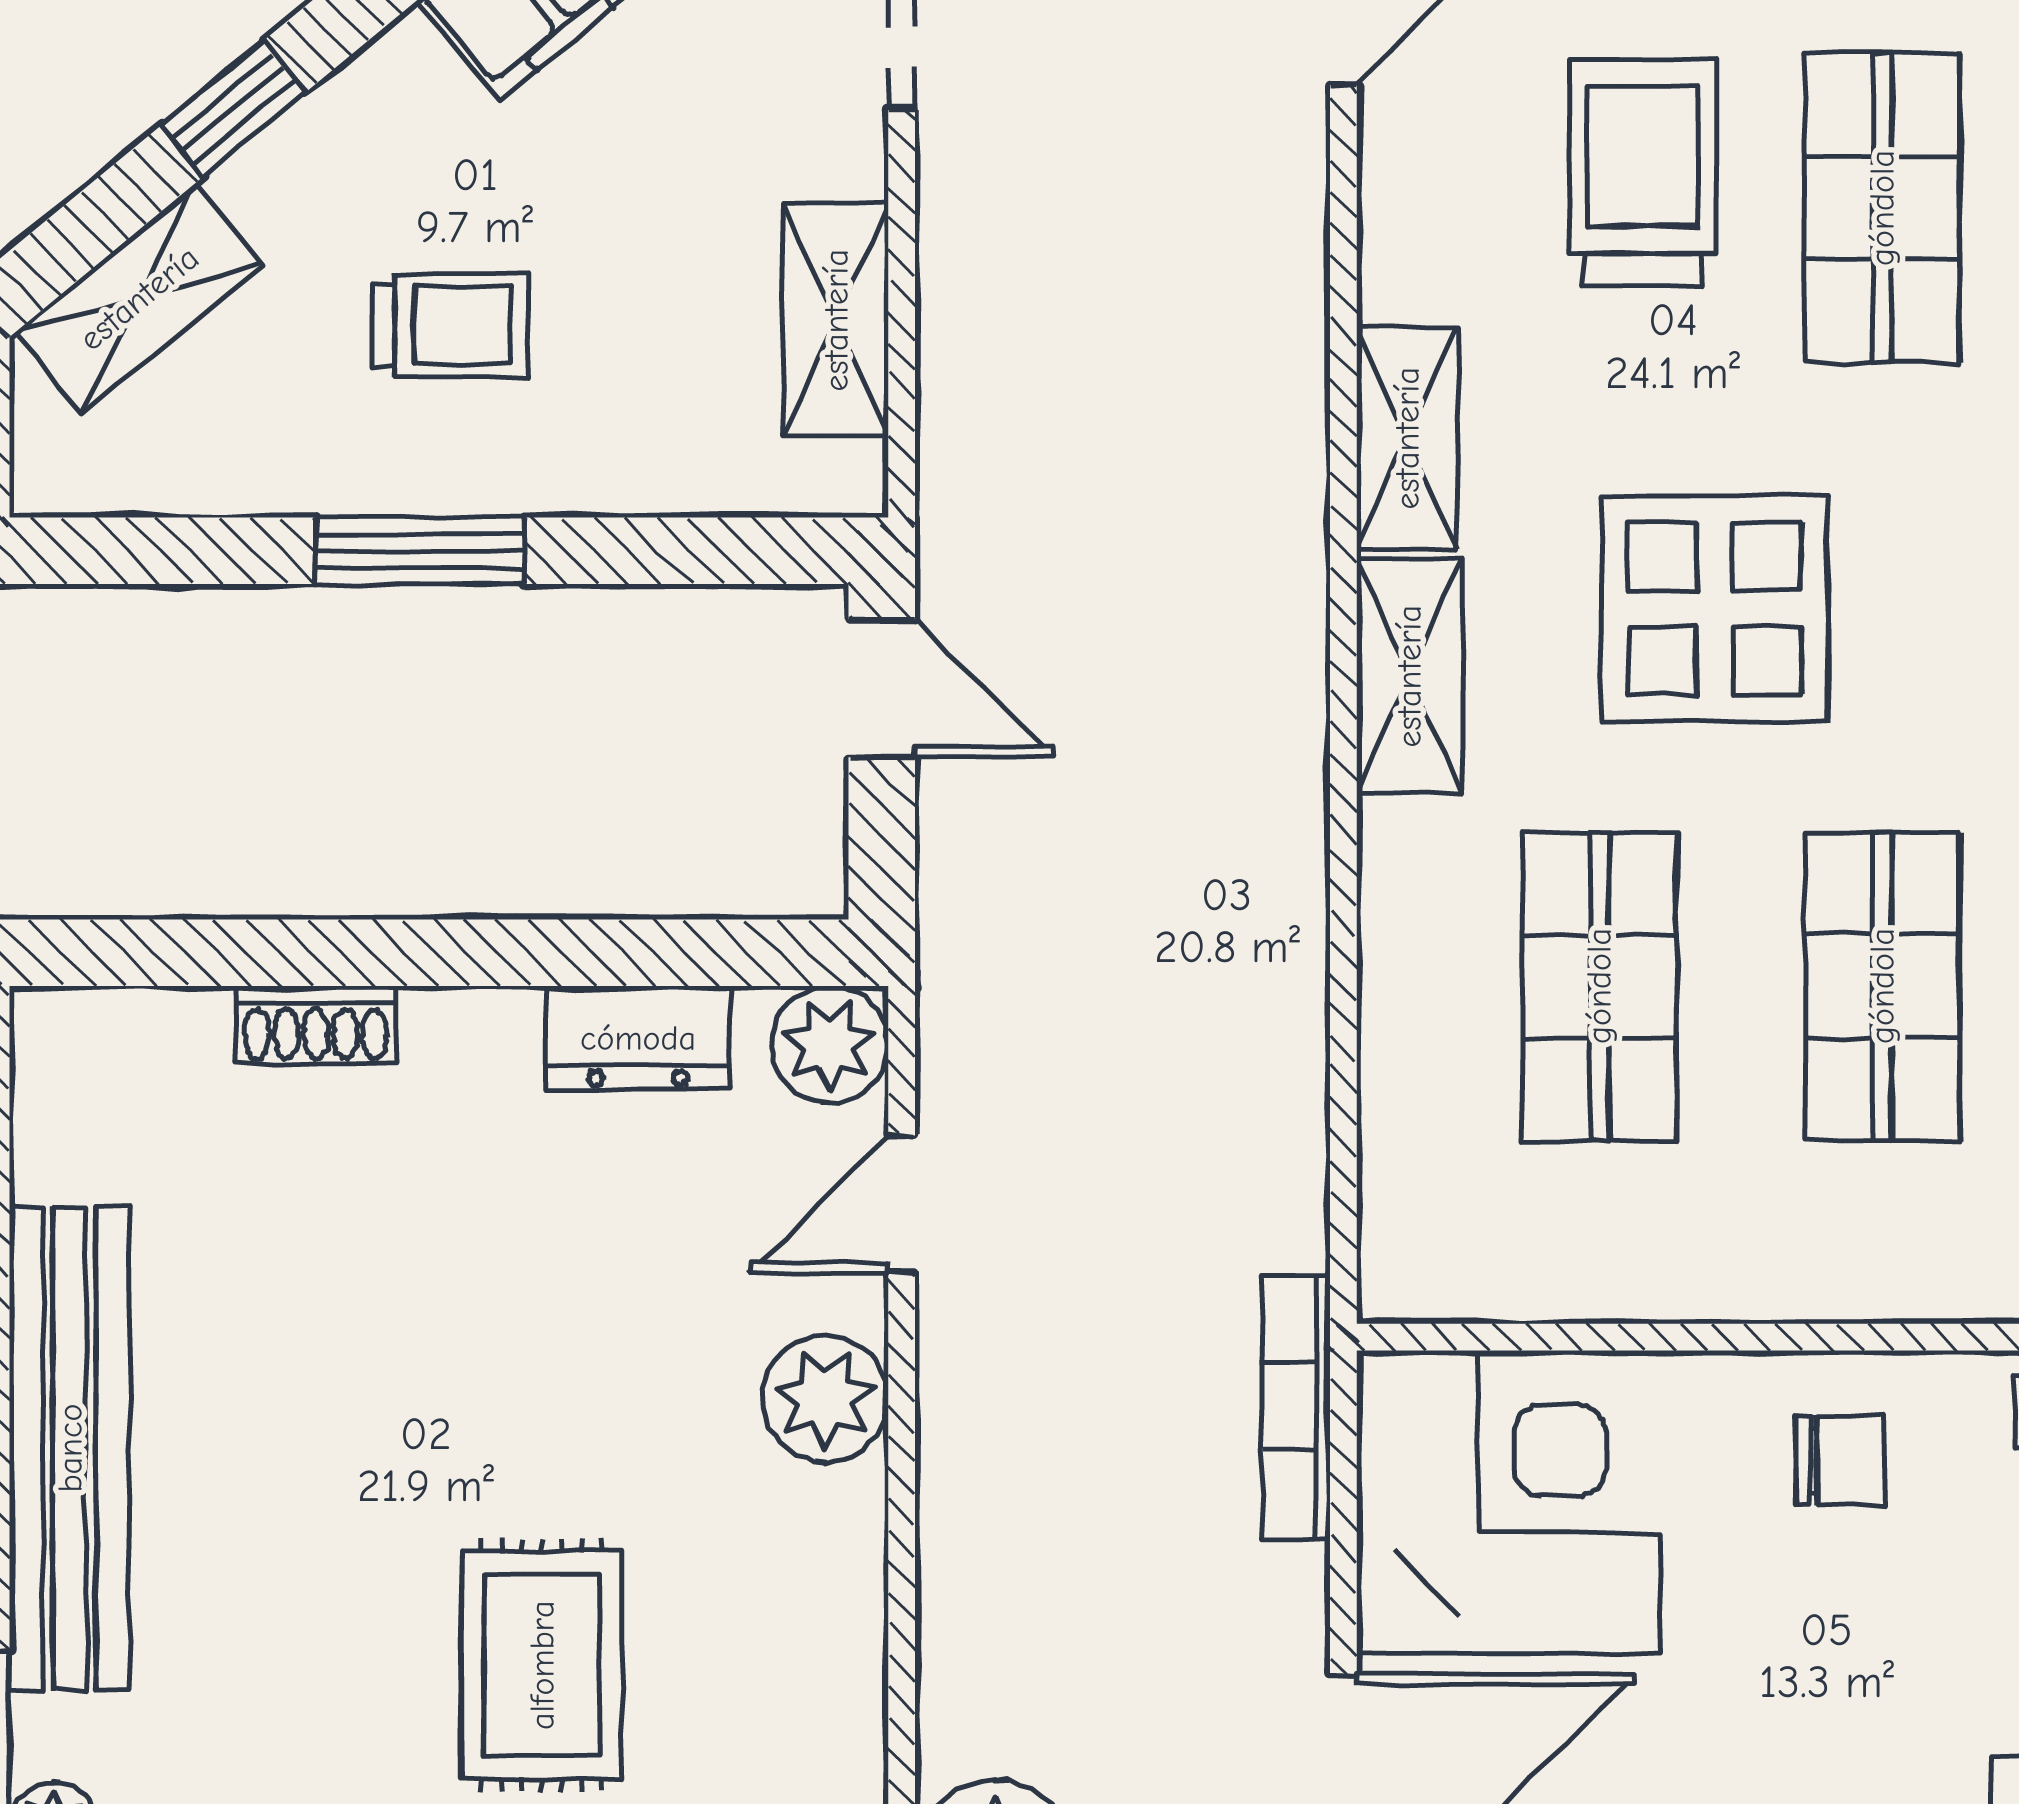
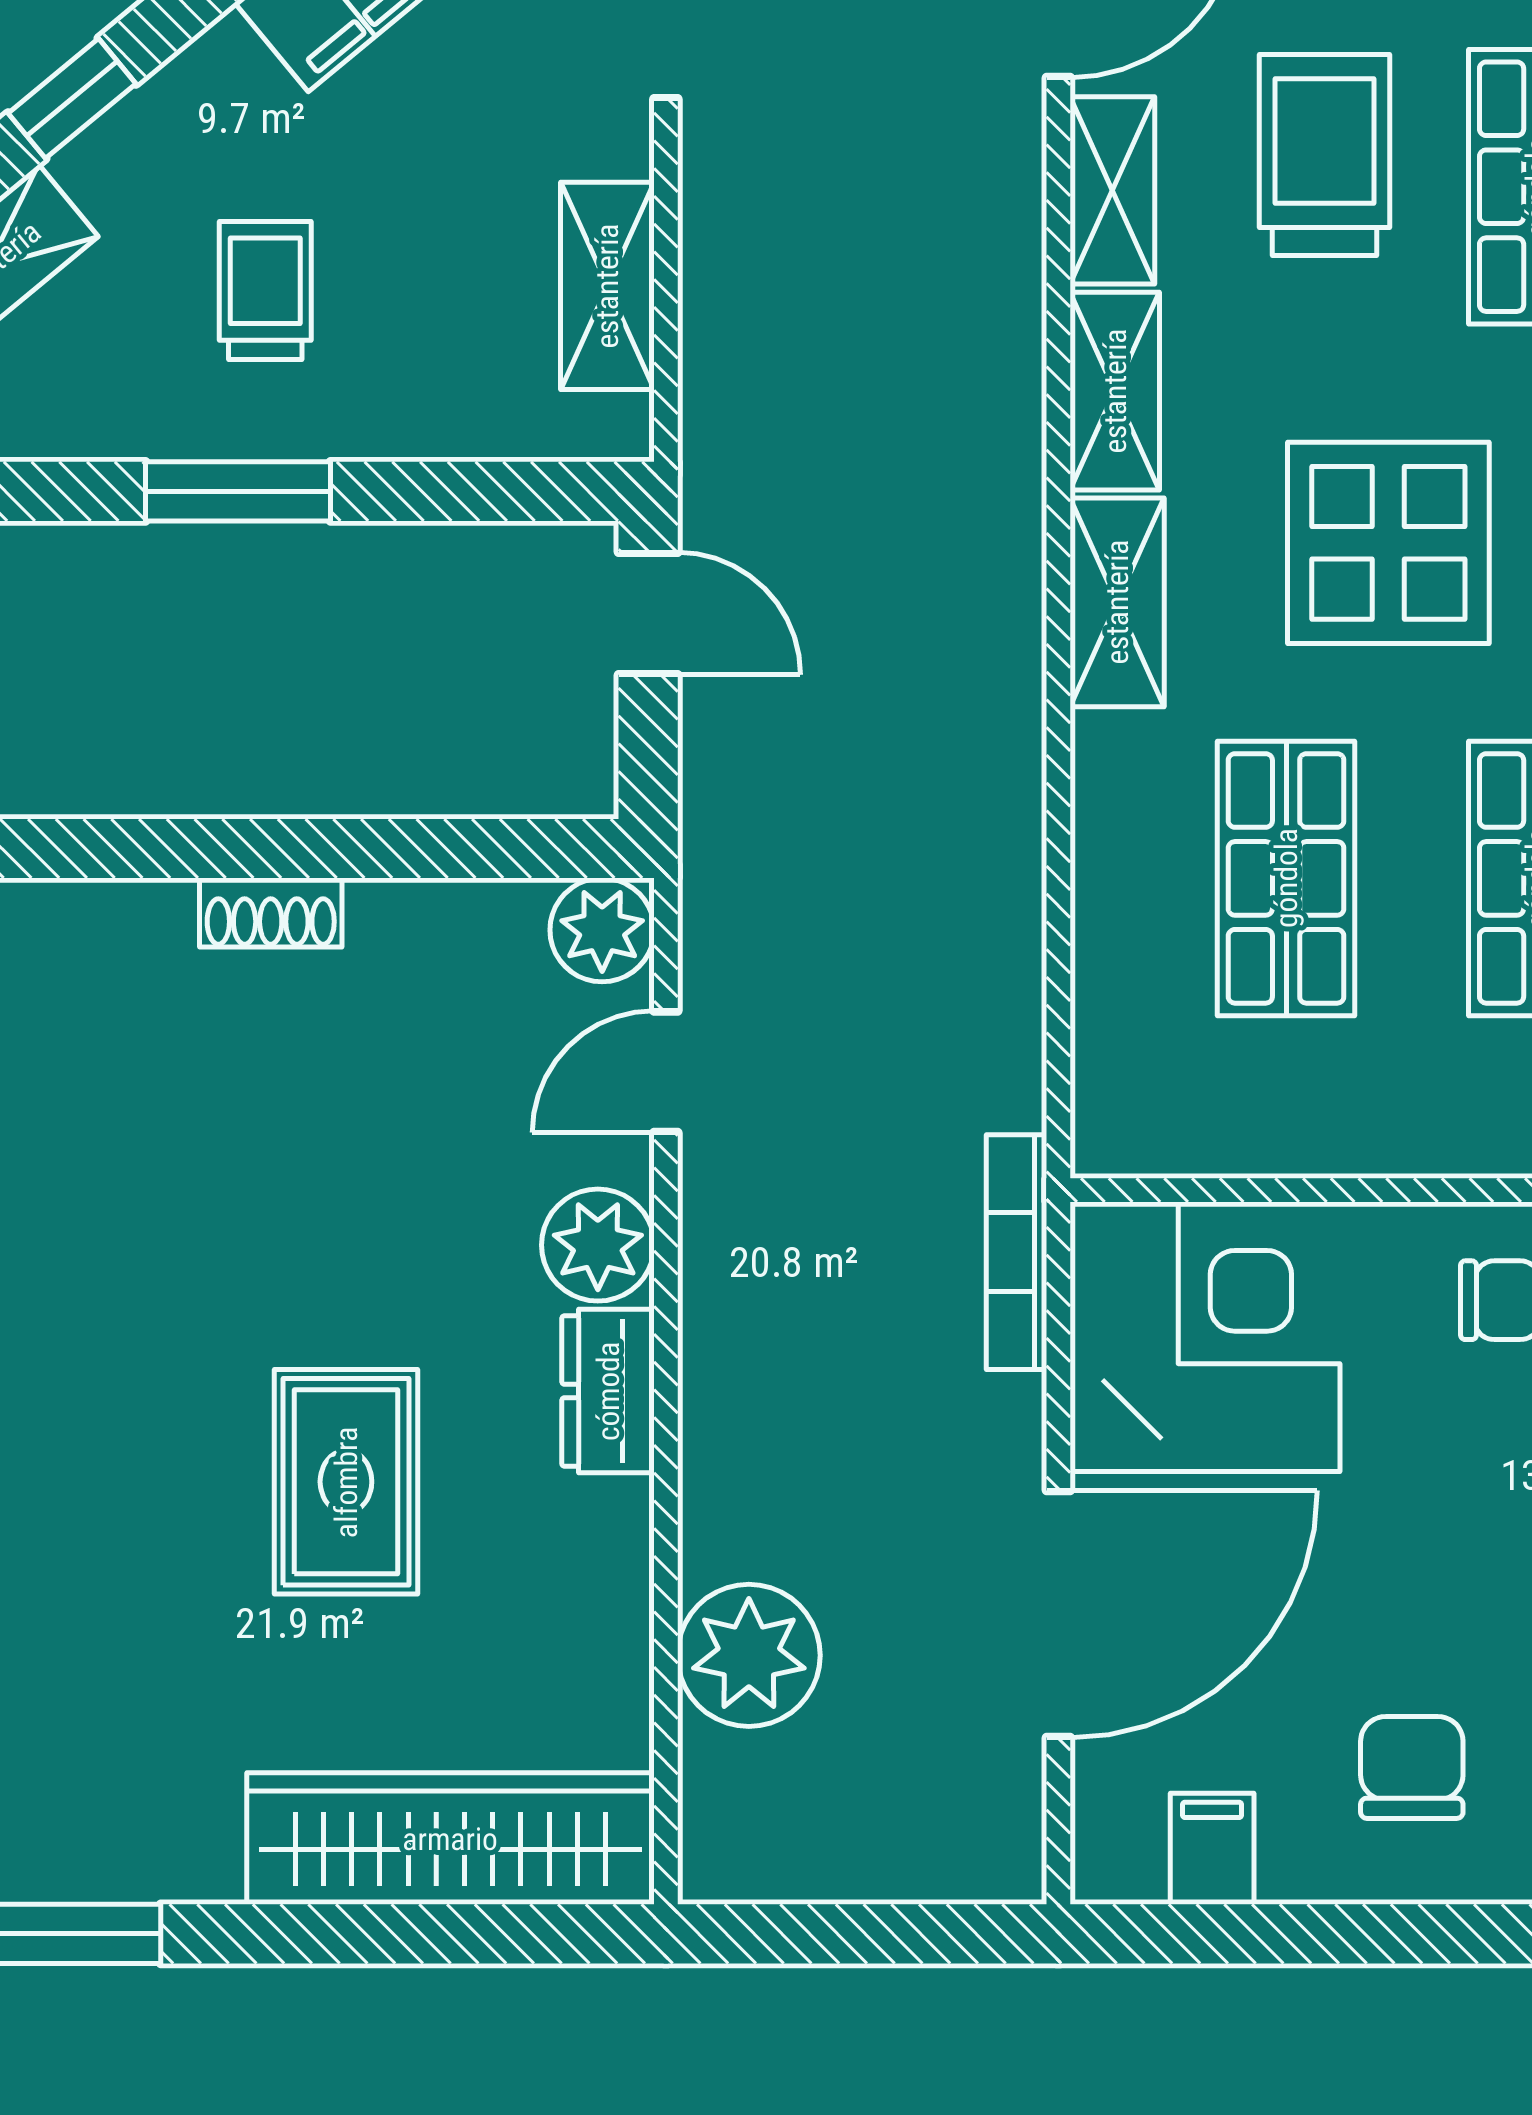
shelving: (1404, 212) -> (1112, 190), added
trolley: (451, 325) -> (265, 291), turned -90
shoe rack: (316, 1025) -> (271, 913), moved
dresser: (638, 1038) -> (608, 1391), moved, turned 90

